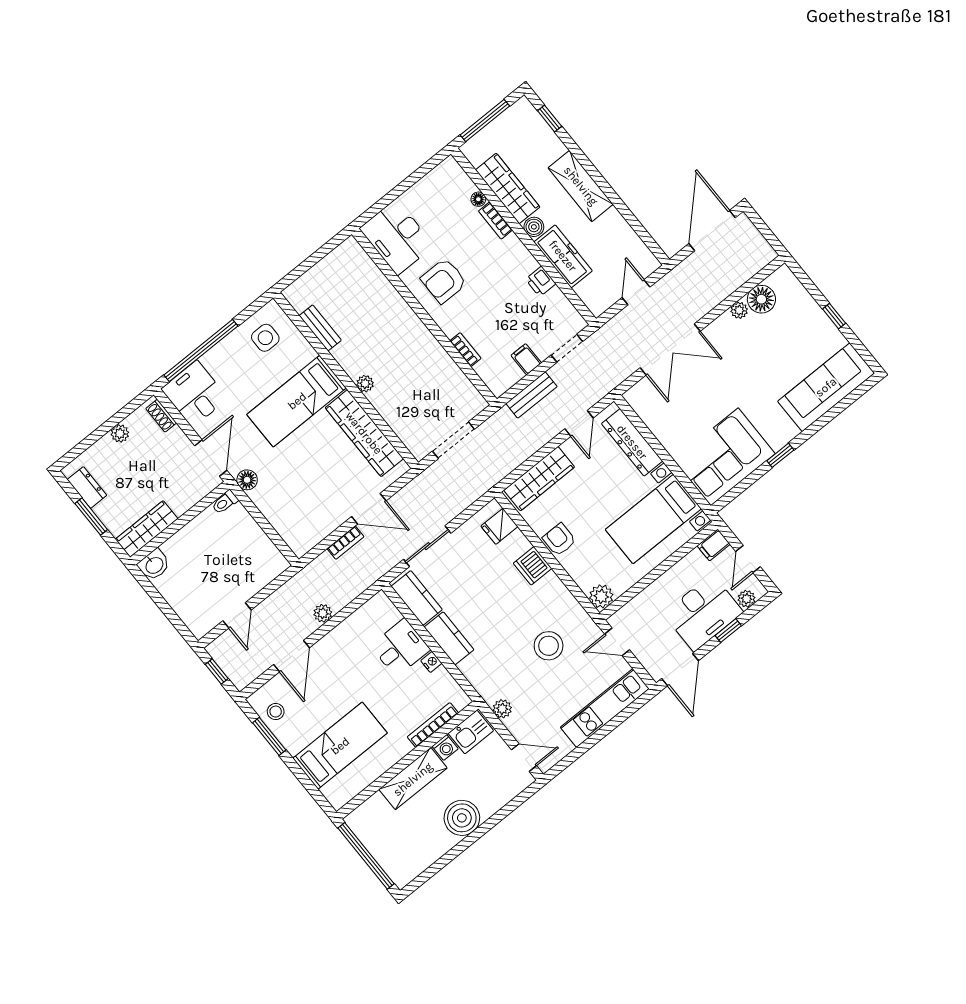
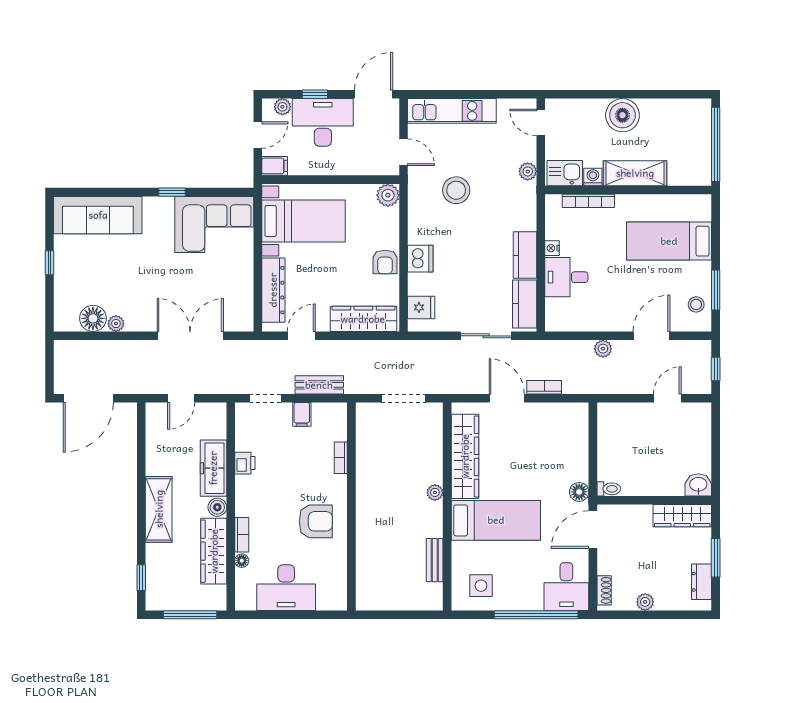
desk: (397, 237) -> (286, 588), moved, turned 90

